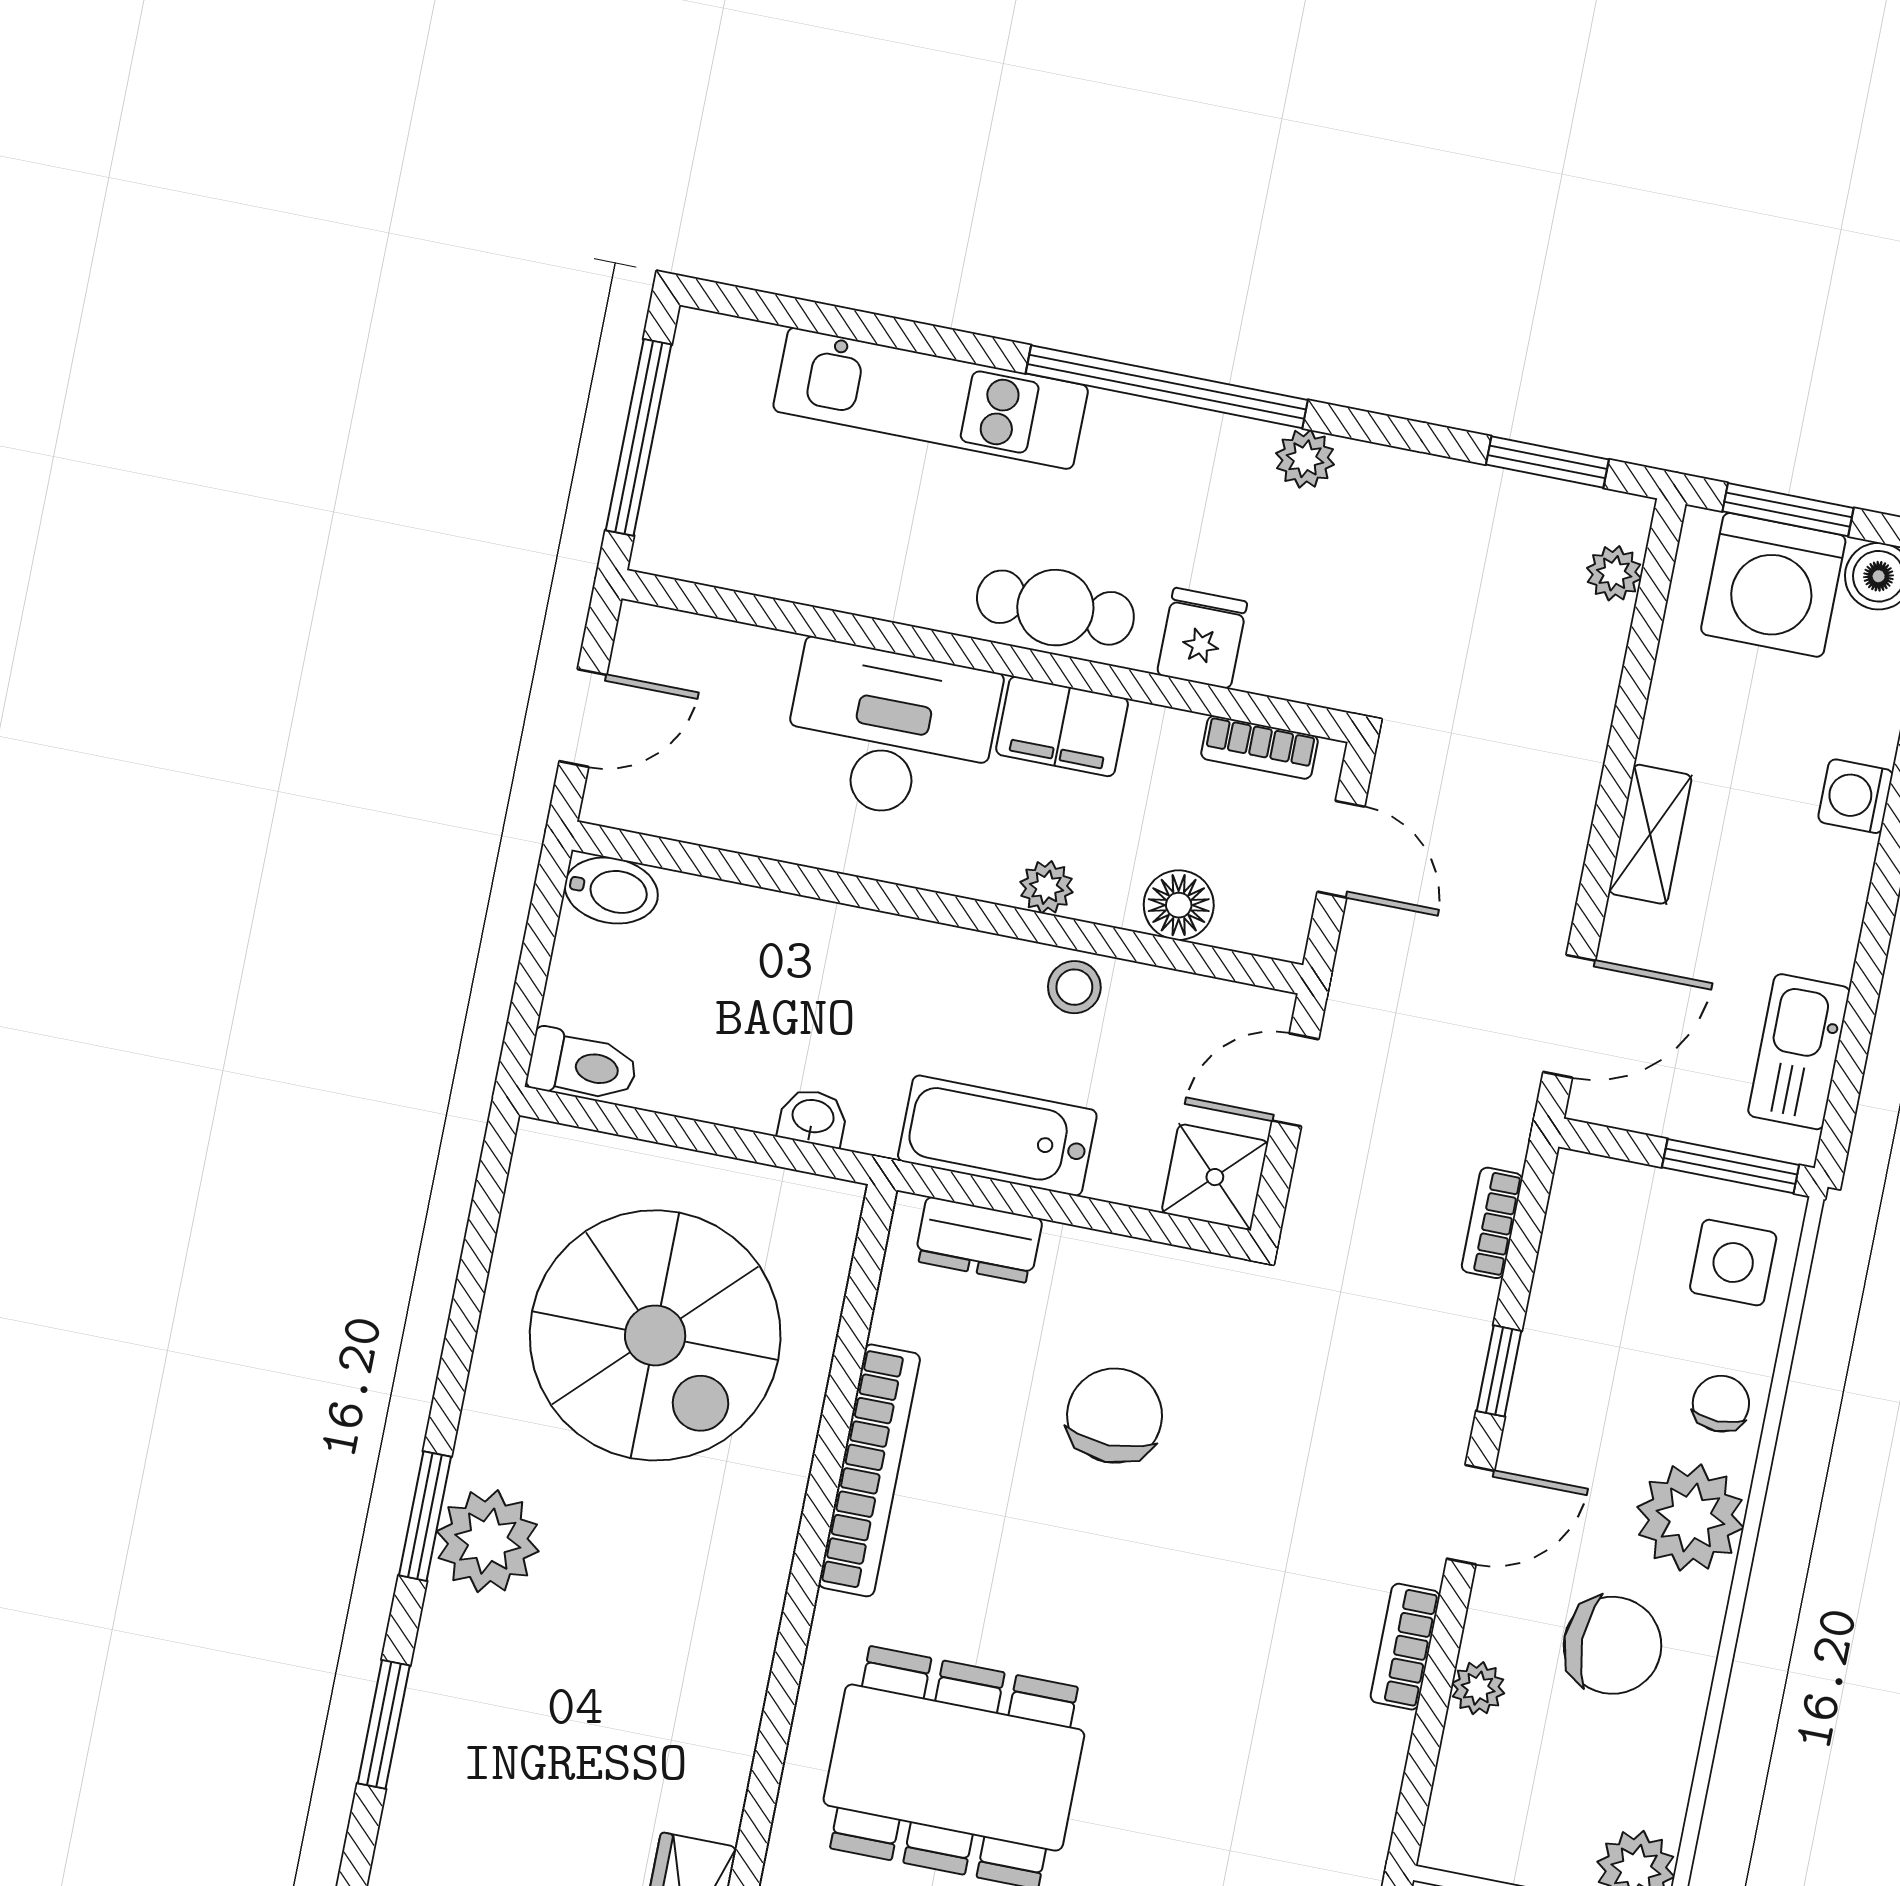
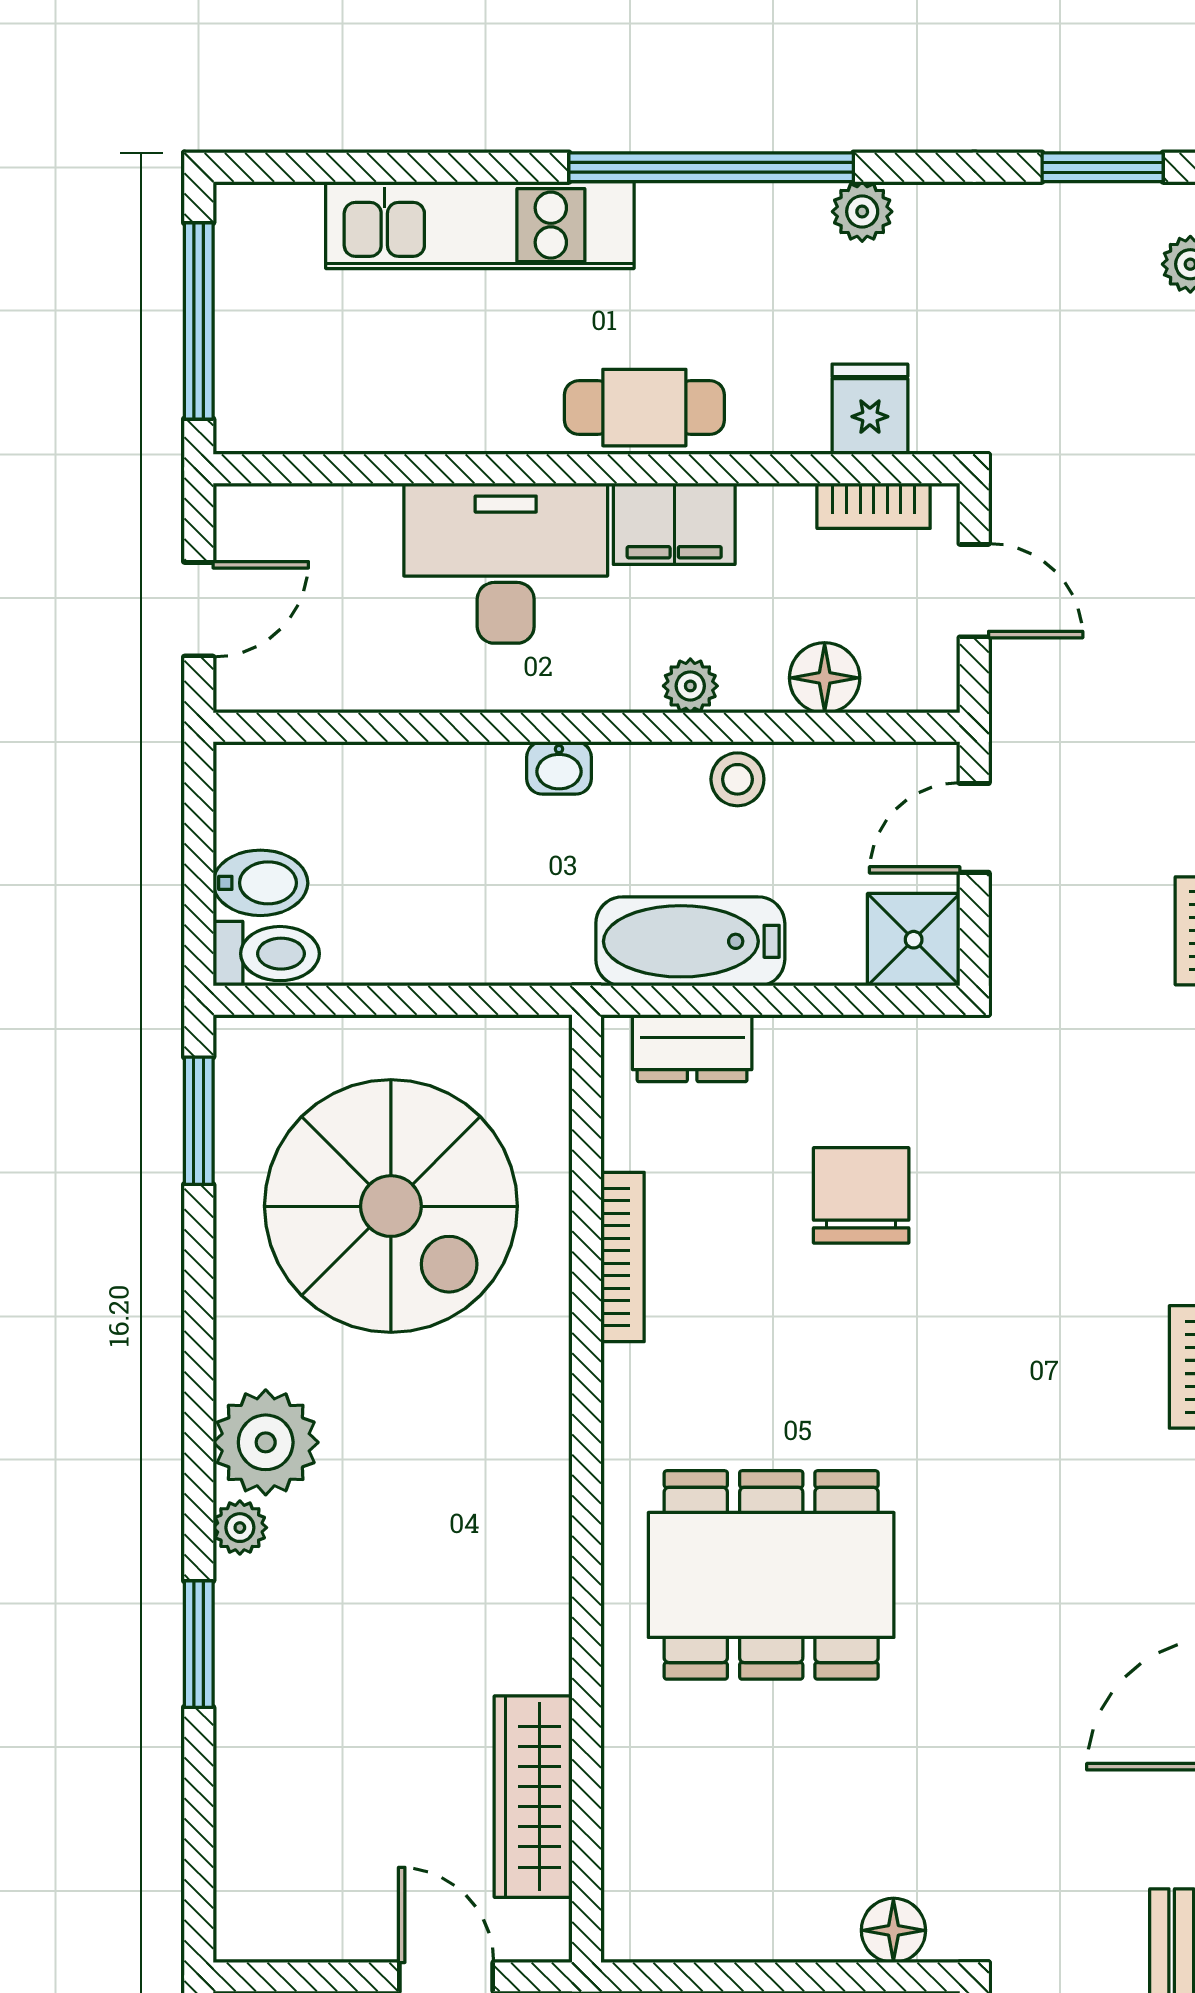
fridge: (1202, 638) -> (870, 409), moved
bidet: (611, 890) -> (260, 883), moved
washbasin: (813, 1118) -> (559, 768), moved, turned 180
bookcase: (869, 1470) -> (622, 1257), width x0.68, depth x0.76
window: (425, 1516) -> (199, 1121), moved
plant: (446, 1619) -> (240, 1528), added

